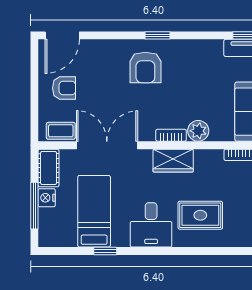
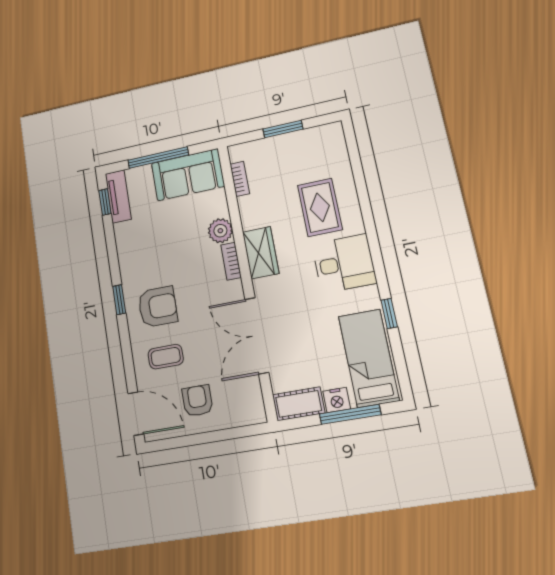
coffee table: (61, 131) -> (166, 357), moved, turned 90
bed: (94, 211) -> (369, 358), moved, turned 90

